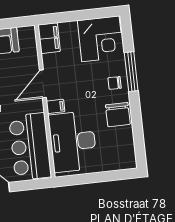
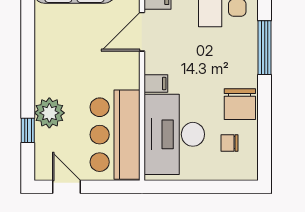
chair: (115, 83) -> (229, 143), moved
door: (43, 84) -> (142, 32), moved

